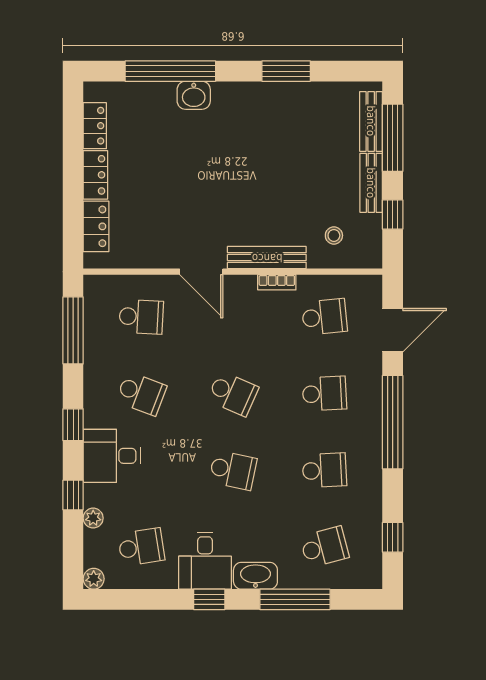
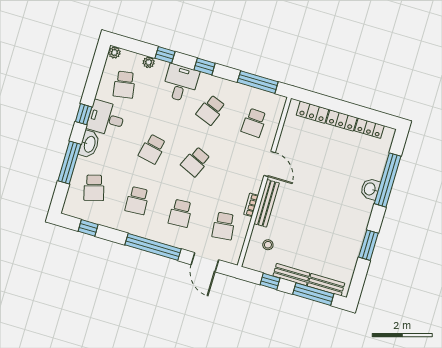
door: (201, 272) -> (270, 164), swing flipped

